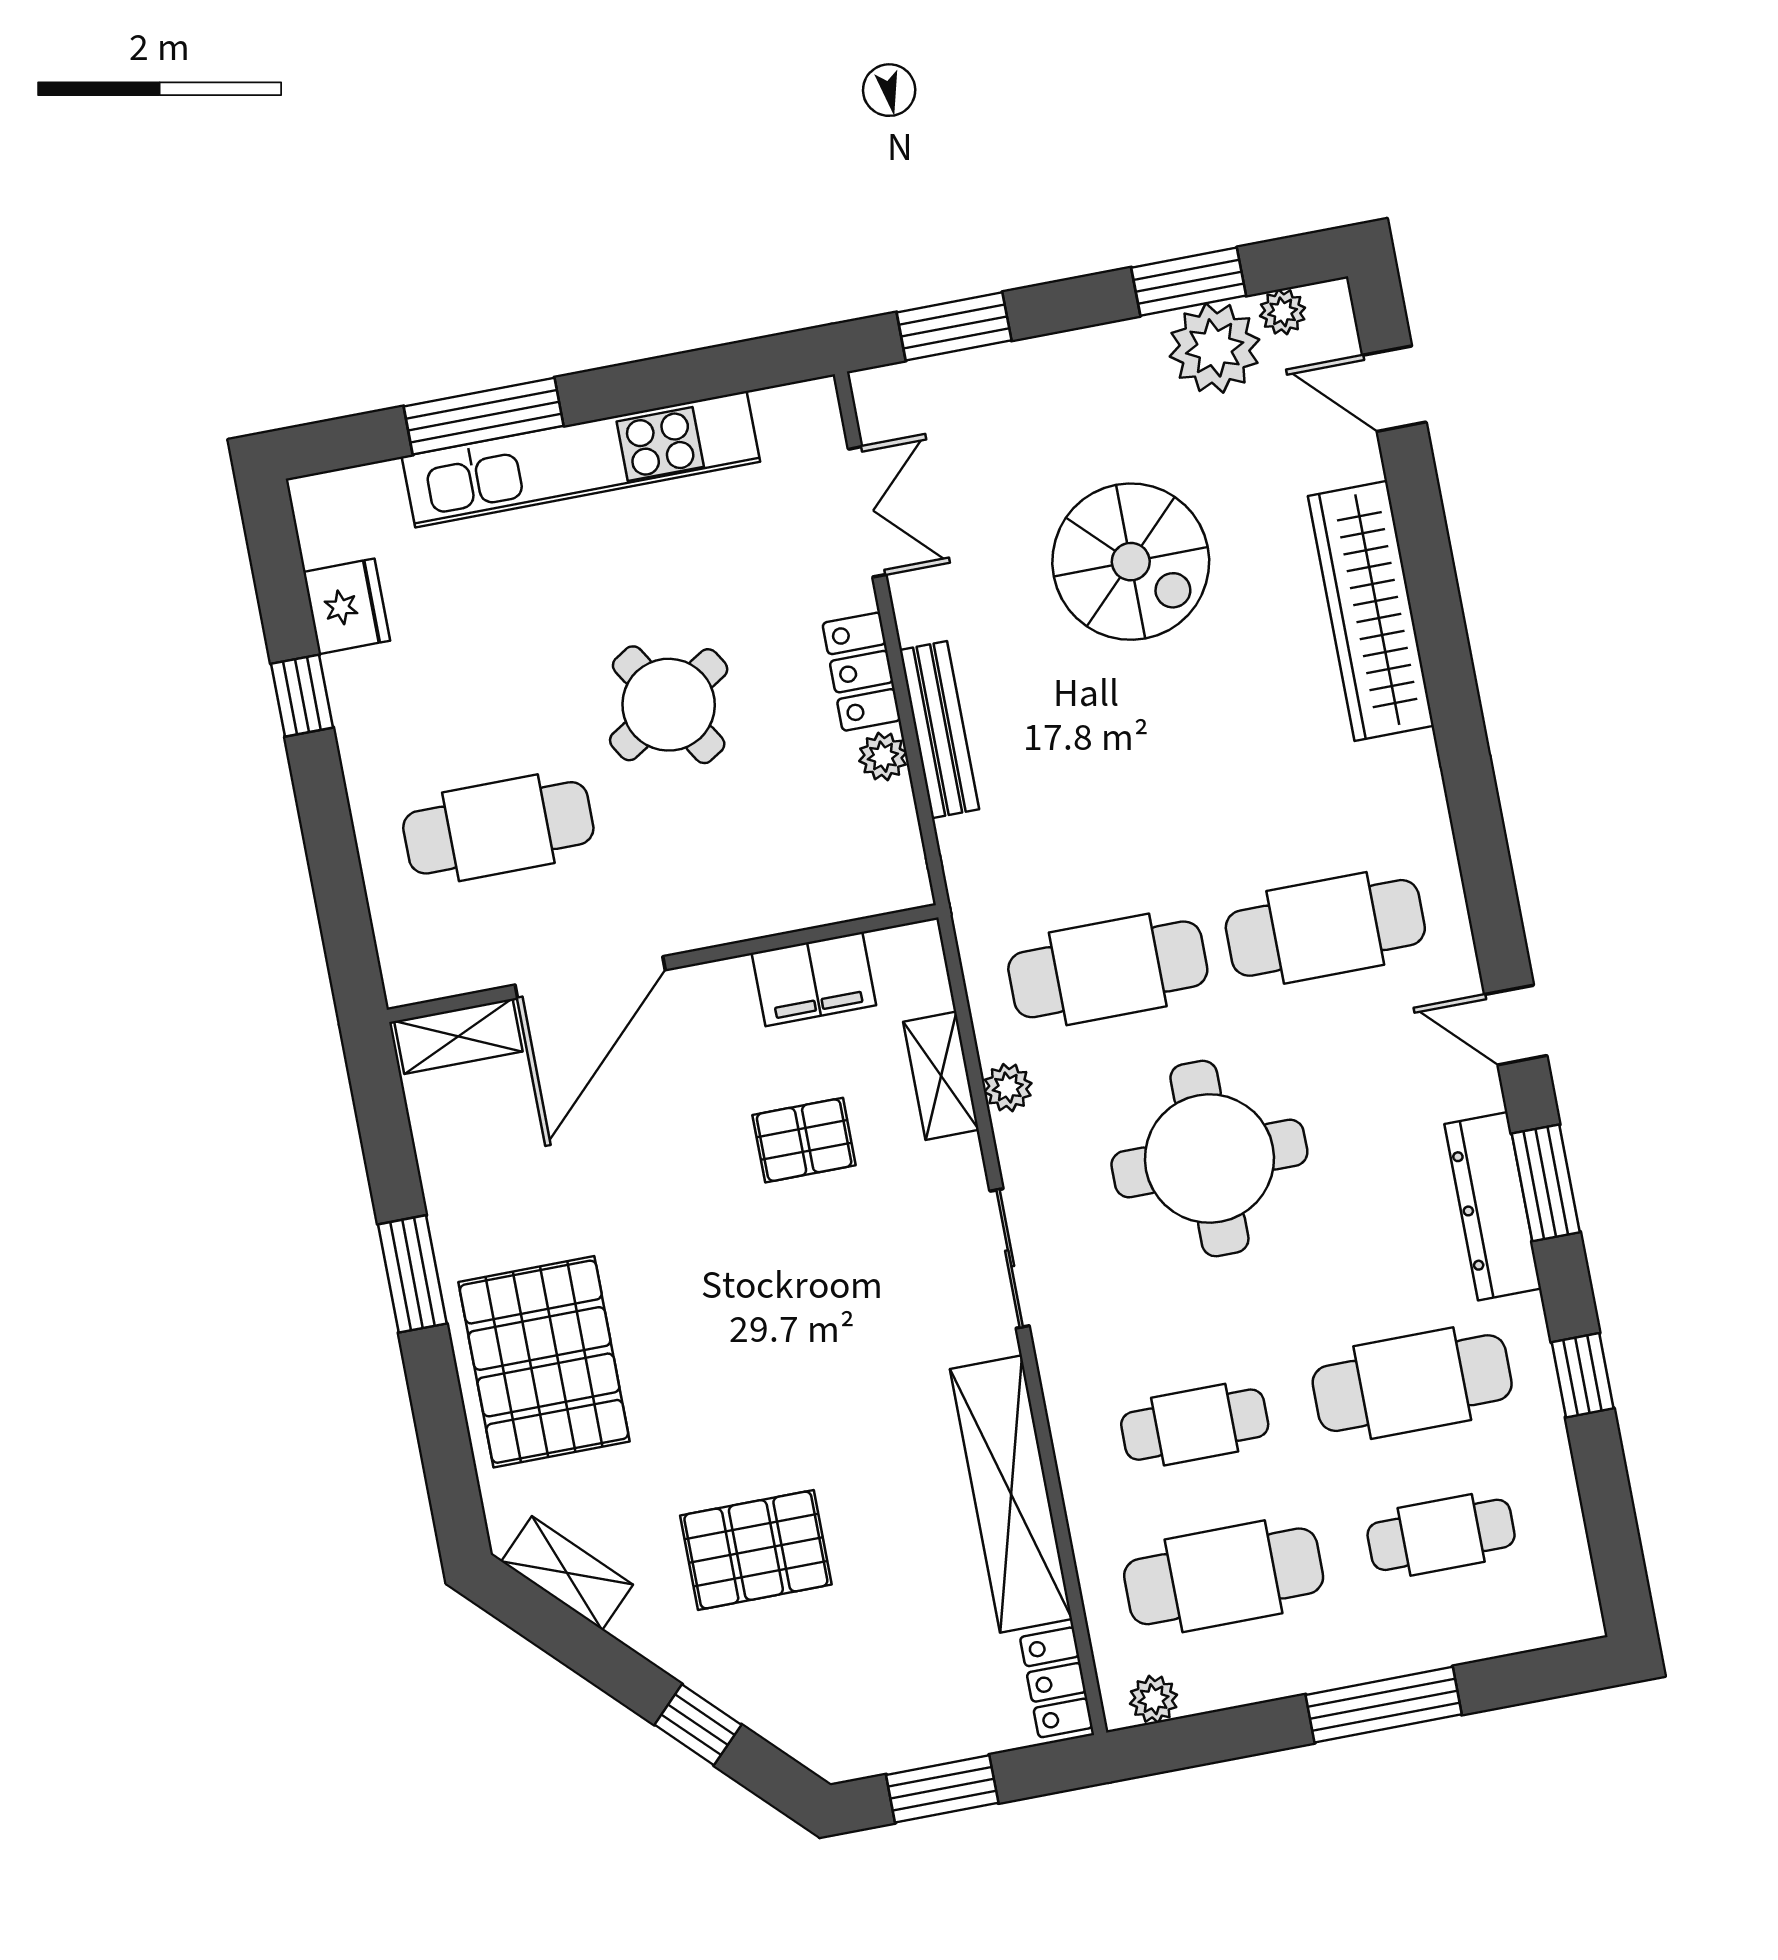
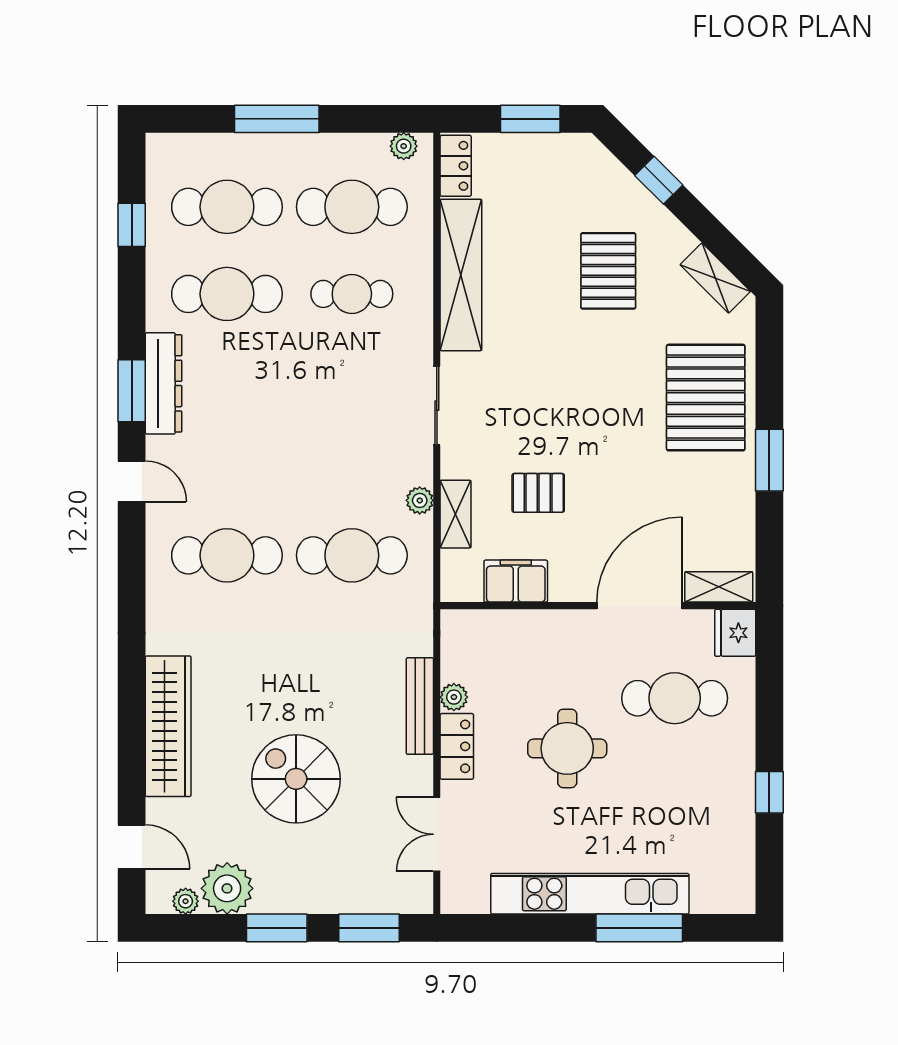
window: (1189, 282) -> (277, 928), moved
fridge: (347, 606) -> (735, 633), moved
round table: (669, 705) -> (567, 748), turned 32
round table: (1209, 1159) -> (316, 440), removed
window: (1583, 1375) -> (132, 225), moved
cafe table: (1441, 1535) -> (227, 207), width x1.37, depth x1.35
pallet: (756, 1550) -> (608, 271), turned 90

